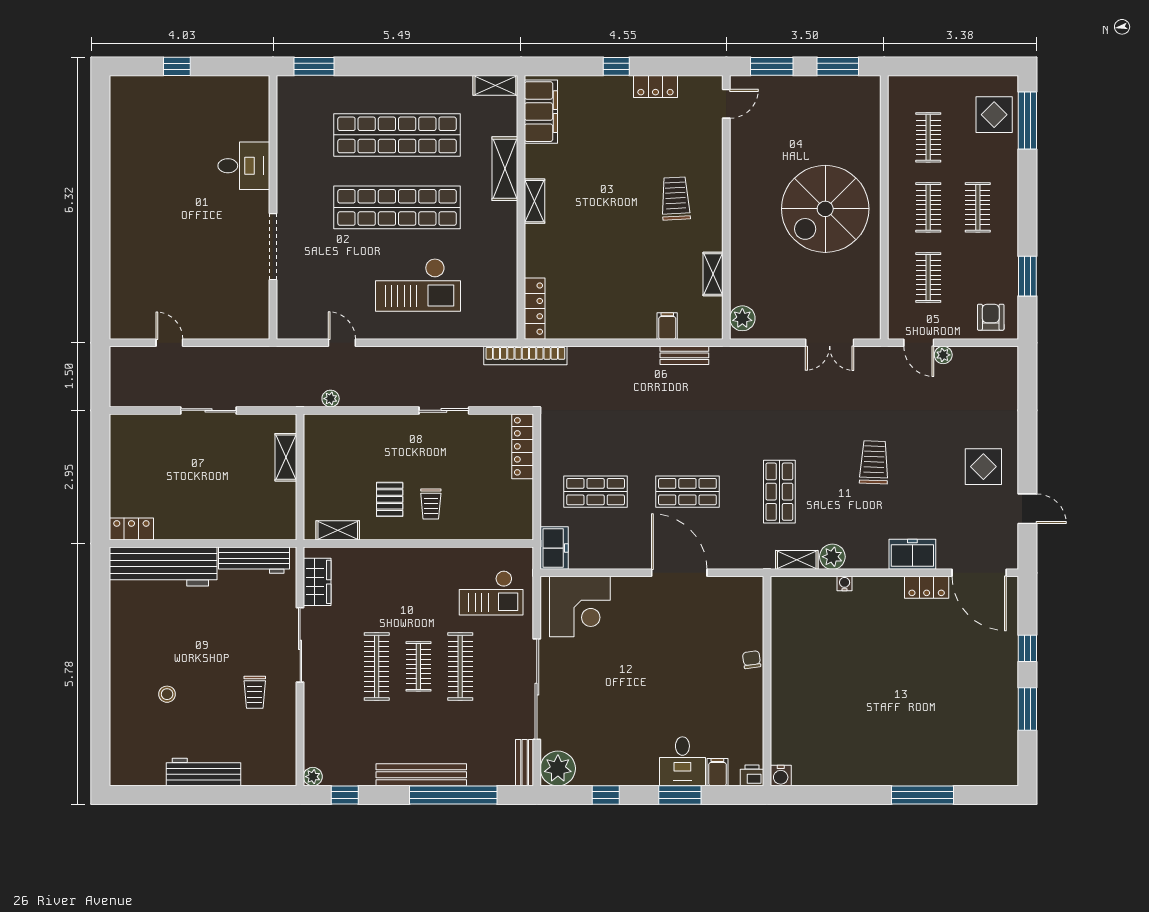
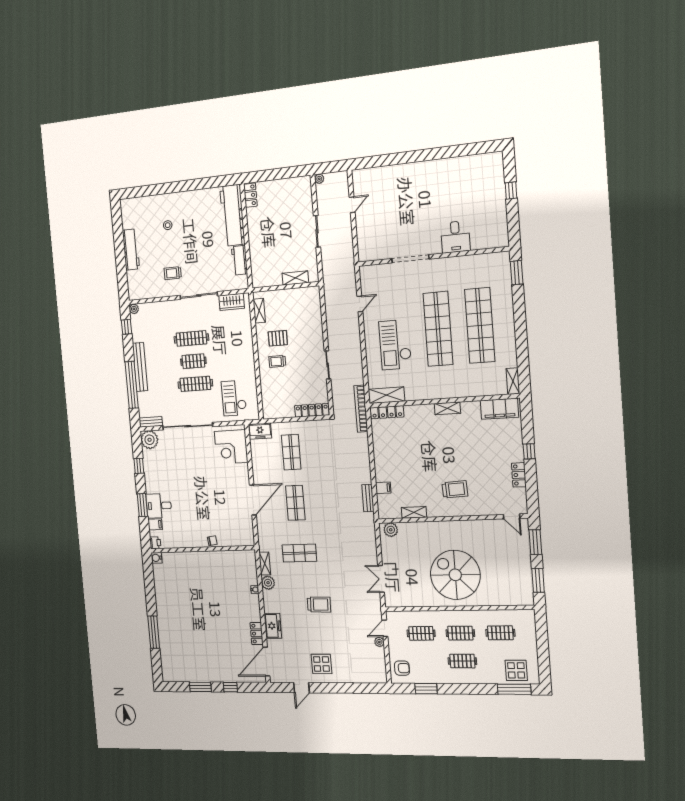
shelving: (505, 169) -> (386, 395), moved
plant: (331, 399) -> (319, 179), moved
workbench: (254, 560) -> (239, 260), width x0.73

